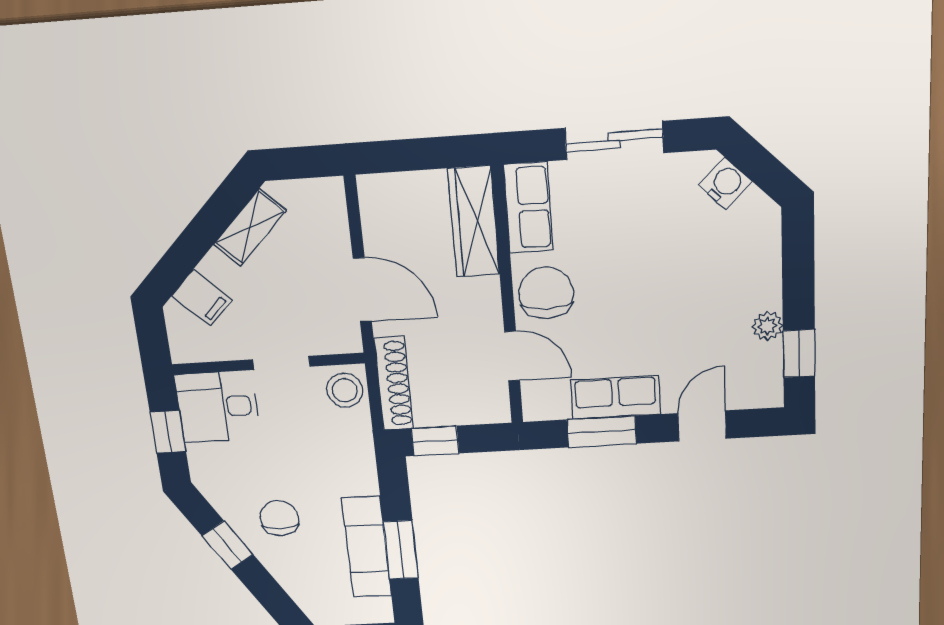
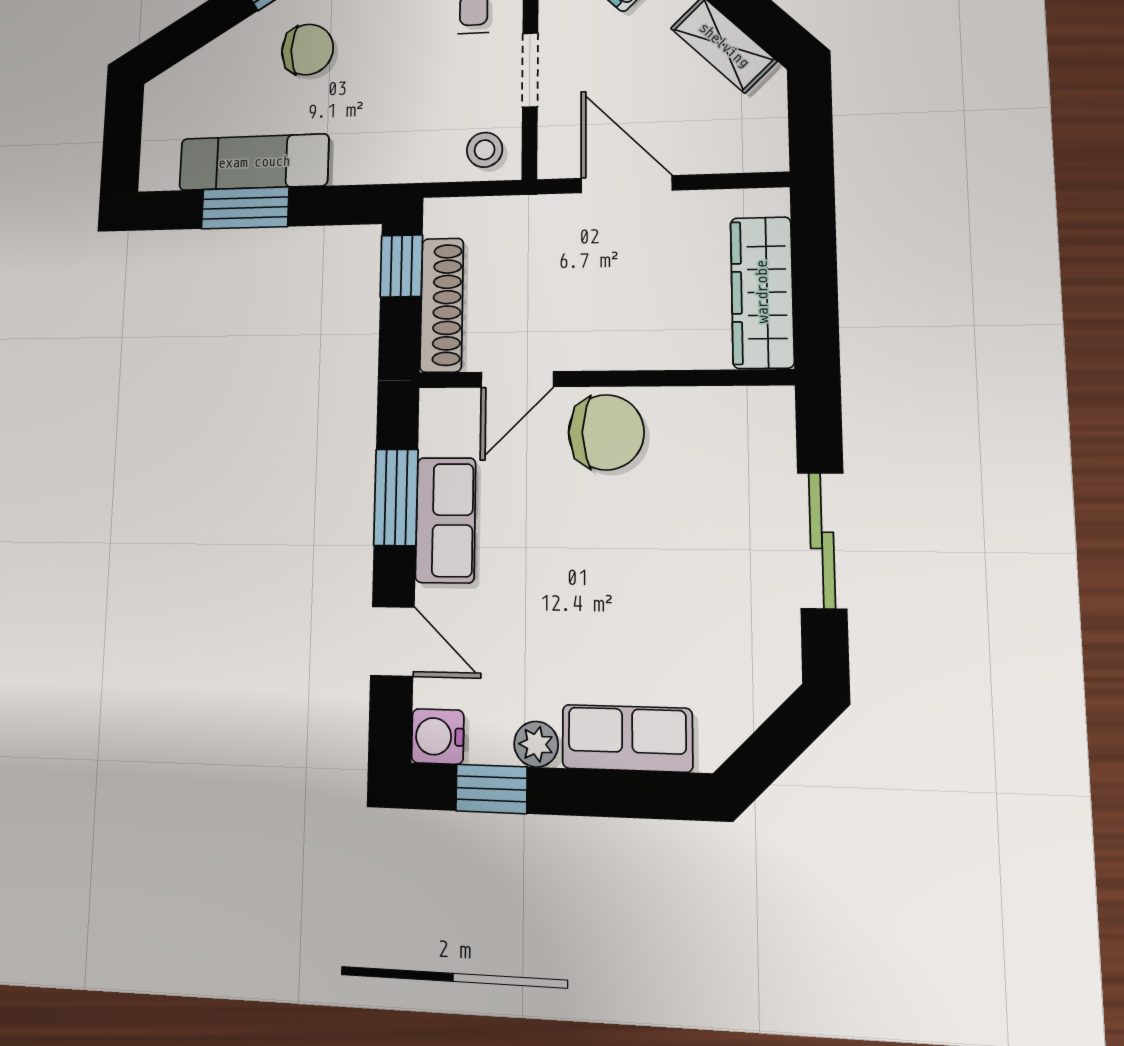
water cooler: (725, 183) -> (438, 736), moved, turned 135
row of seats: (528, 208) -> (627, 738), moved, turned 180
wardrobe: (474, 222) -> (762, 292), moved, turned -90
door: (362, 290) -> (626, 184), swing flipped
shoe rack: (394, 384) -> (442, 305), moved, turned -90
stool: (345, 390) -> (485, 150), width x0.73, depth x0.73

